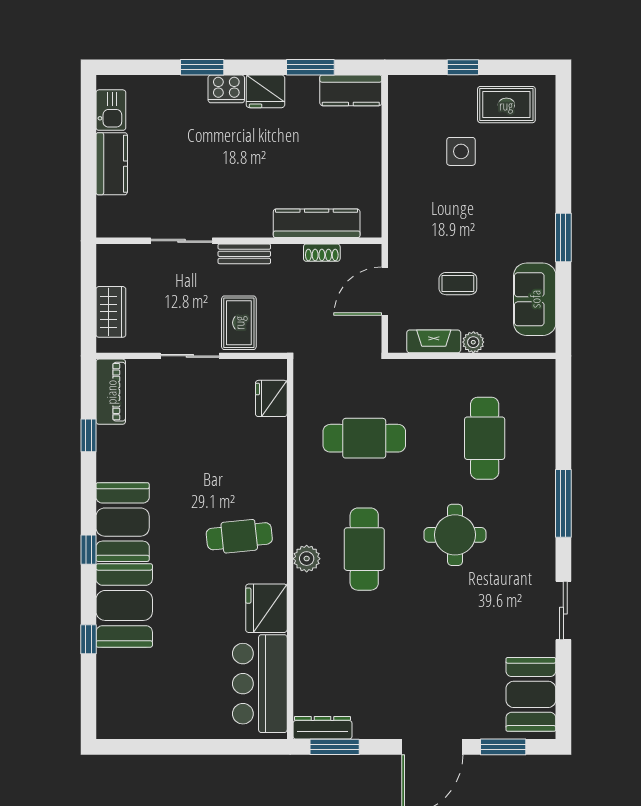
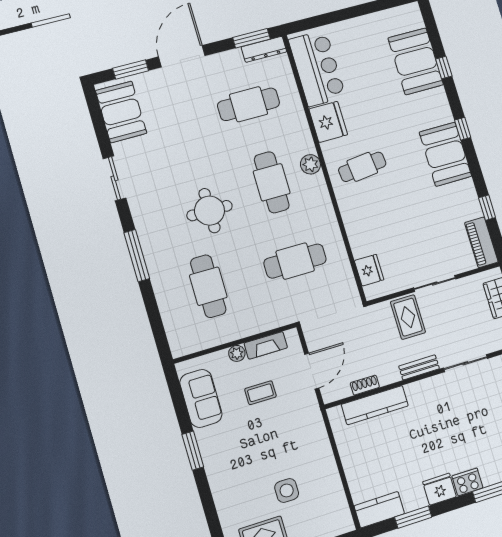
booth: (124, 605) -> (416, 61), moved
cafe table: (364, 660) -> (249, 104), added

